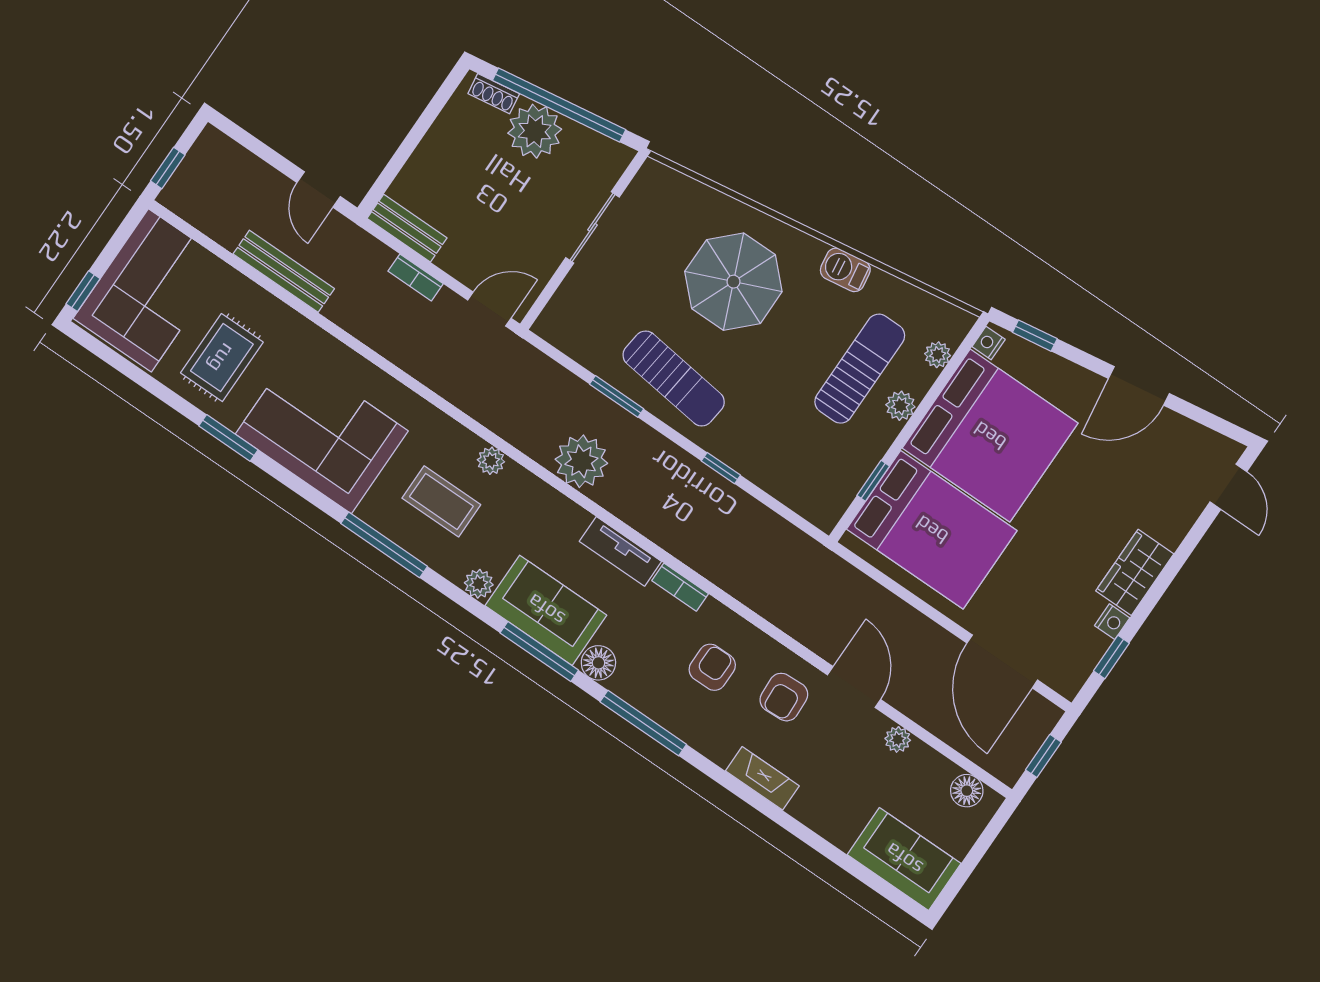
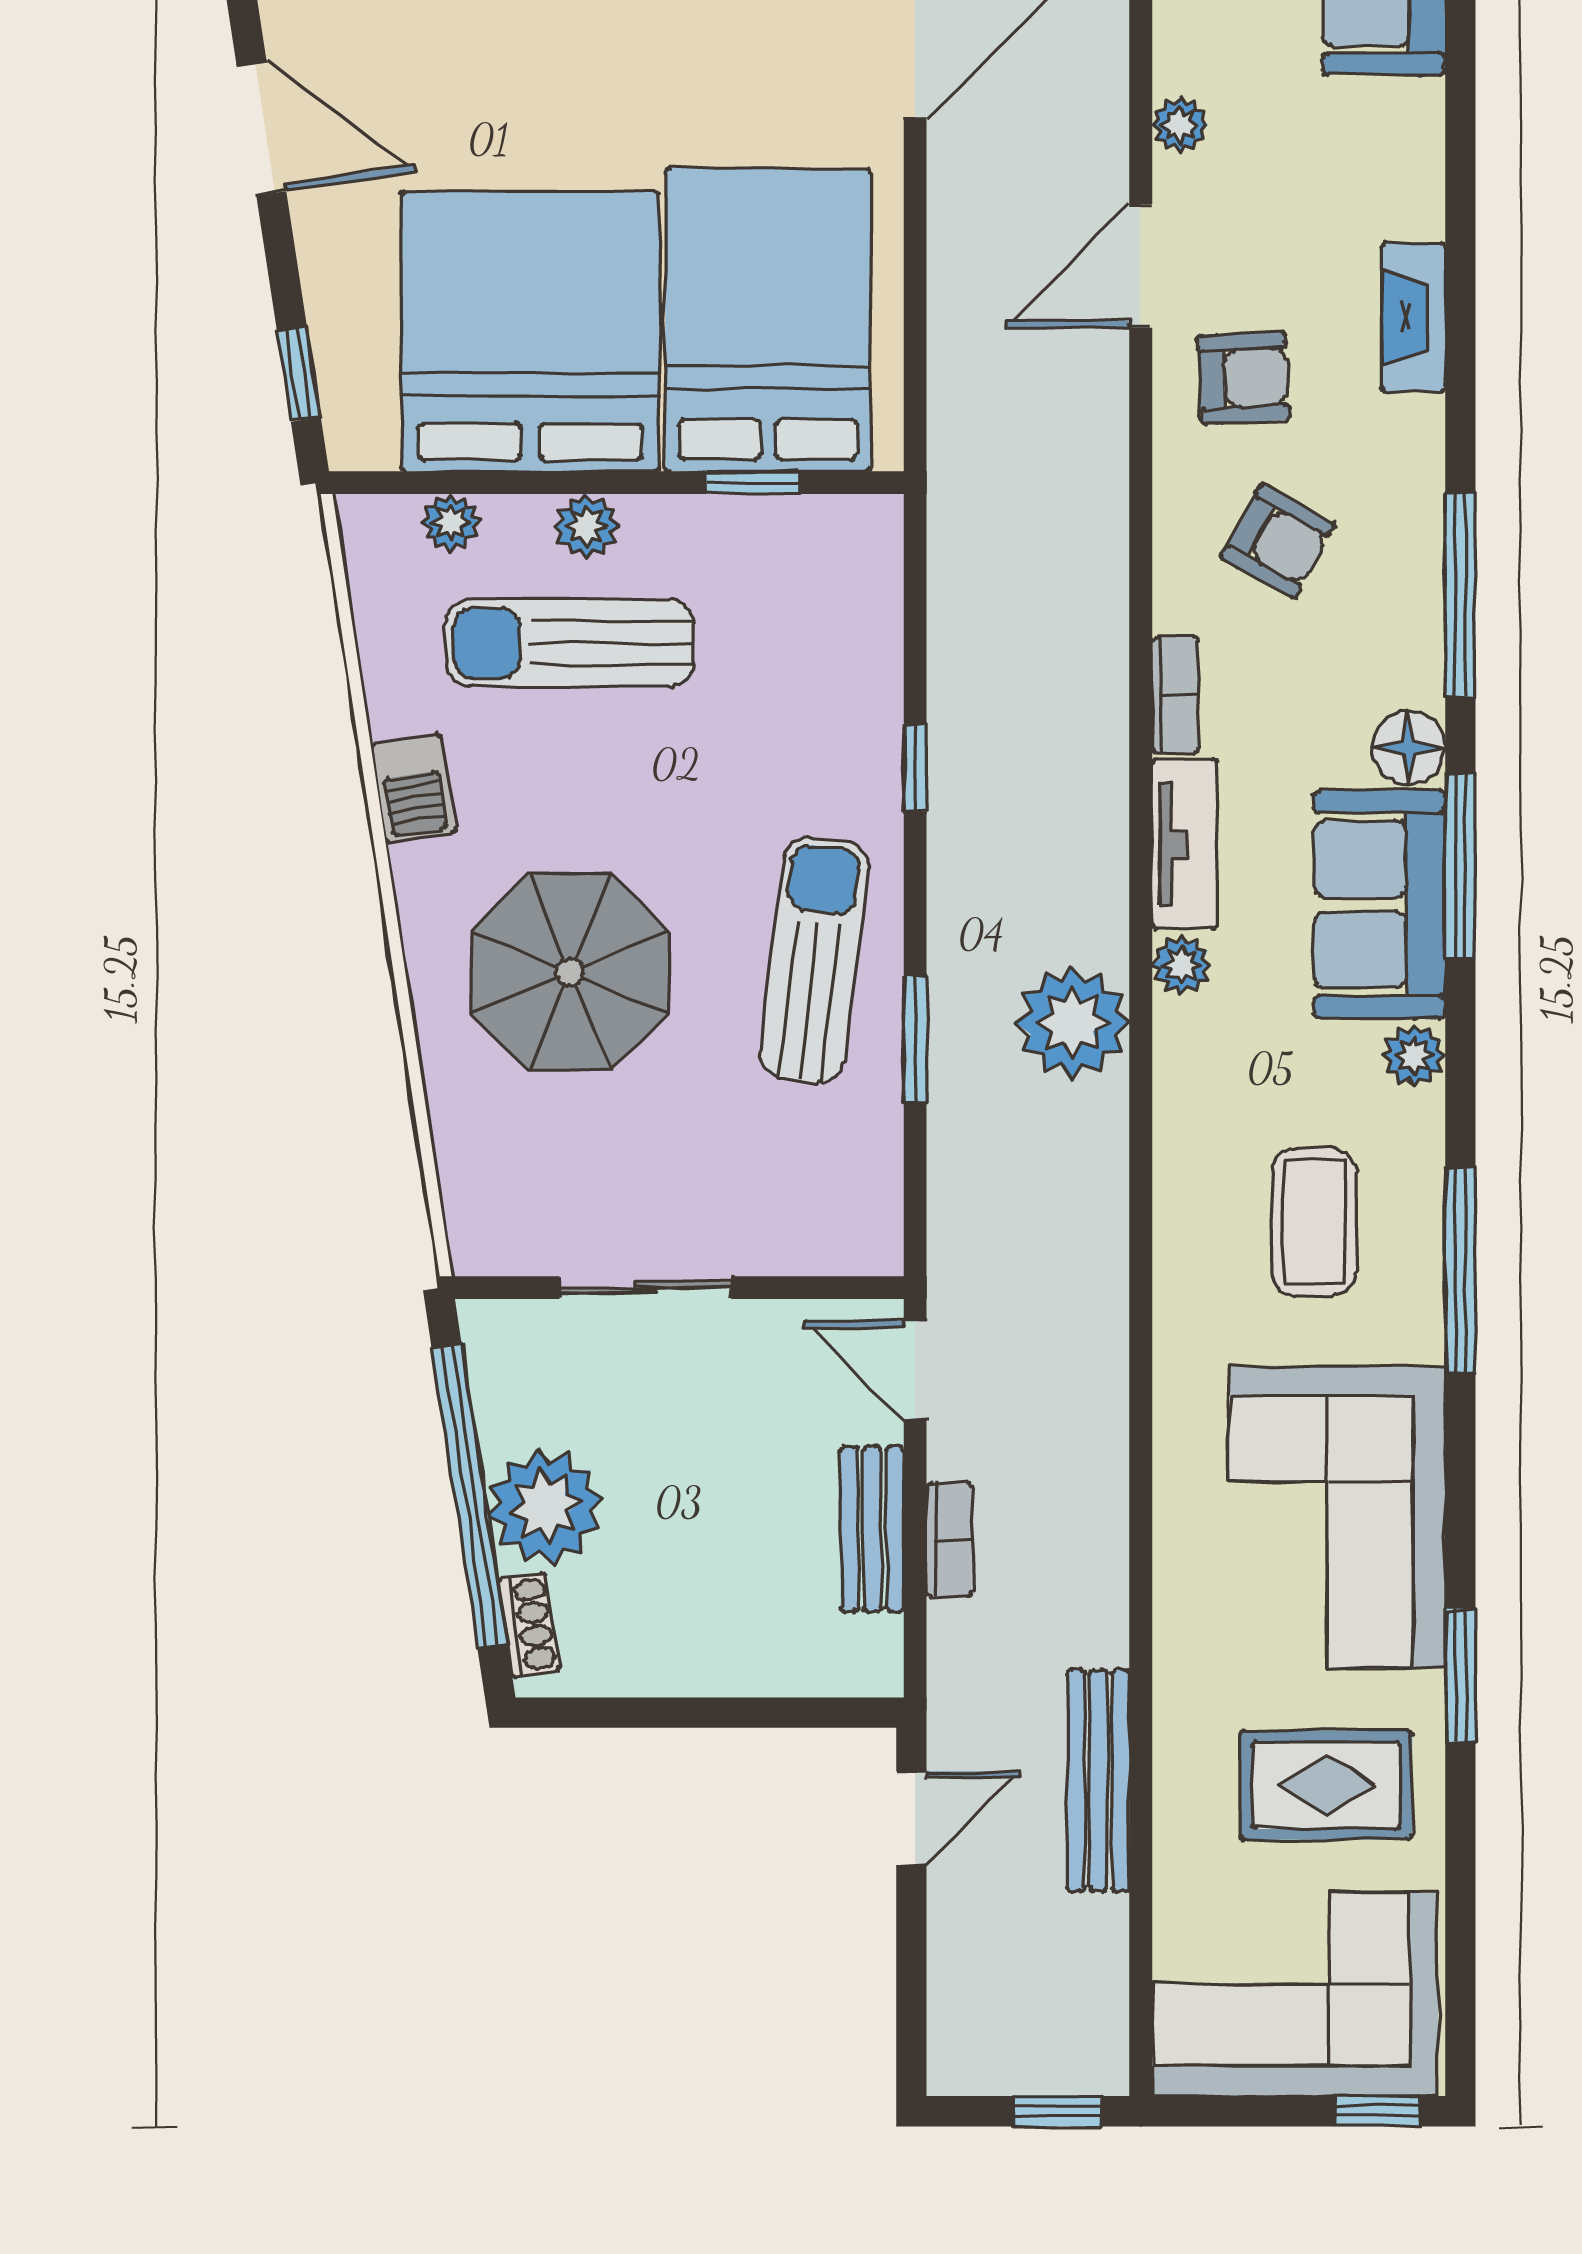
bench: (407, 228) -> (872, 1529), moved
nightstand: (989, 343) -> (368, 446), removed
plant: (491, 461) -> (1182, 965), moved
armchair: (712, 667) -> (1278, 541), turned -151

